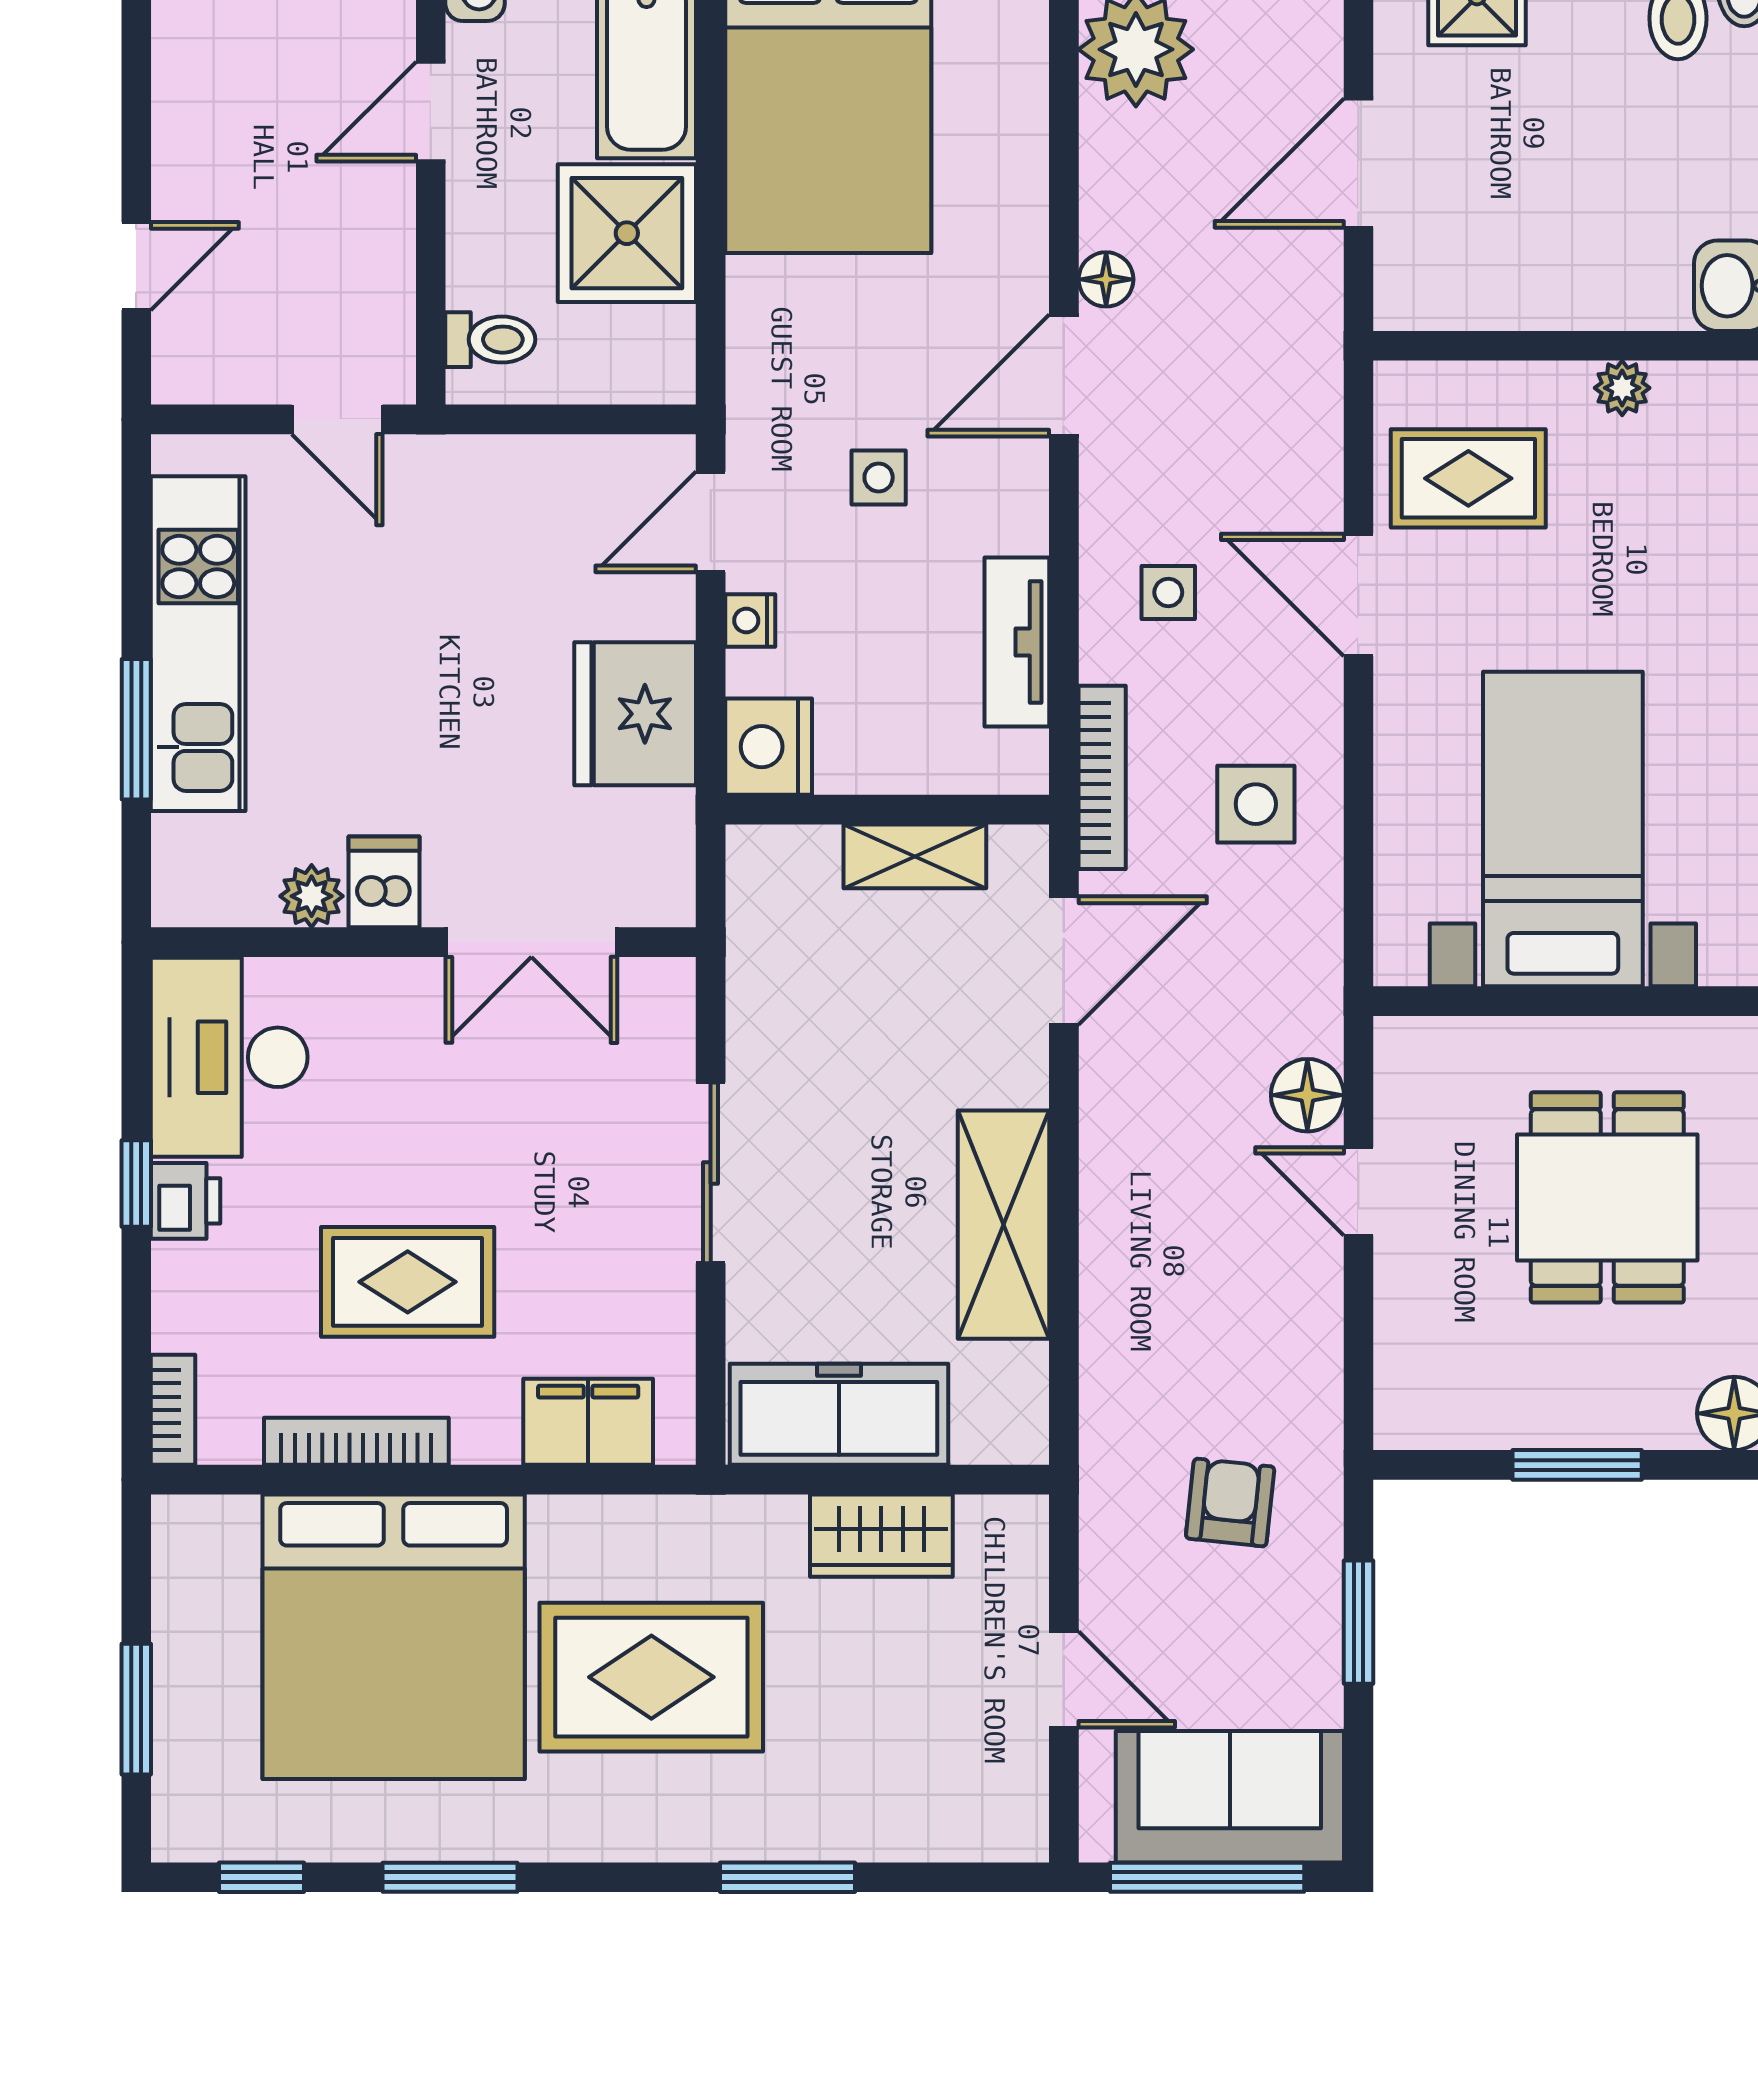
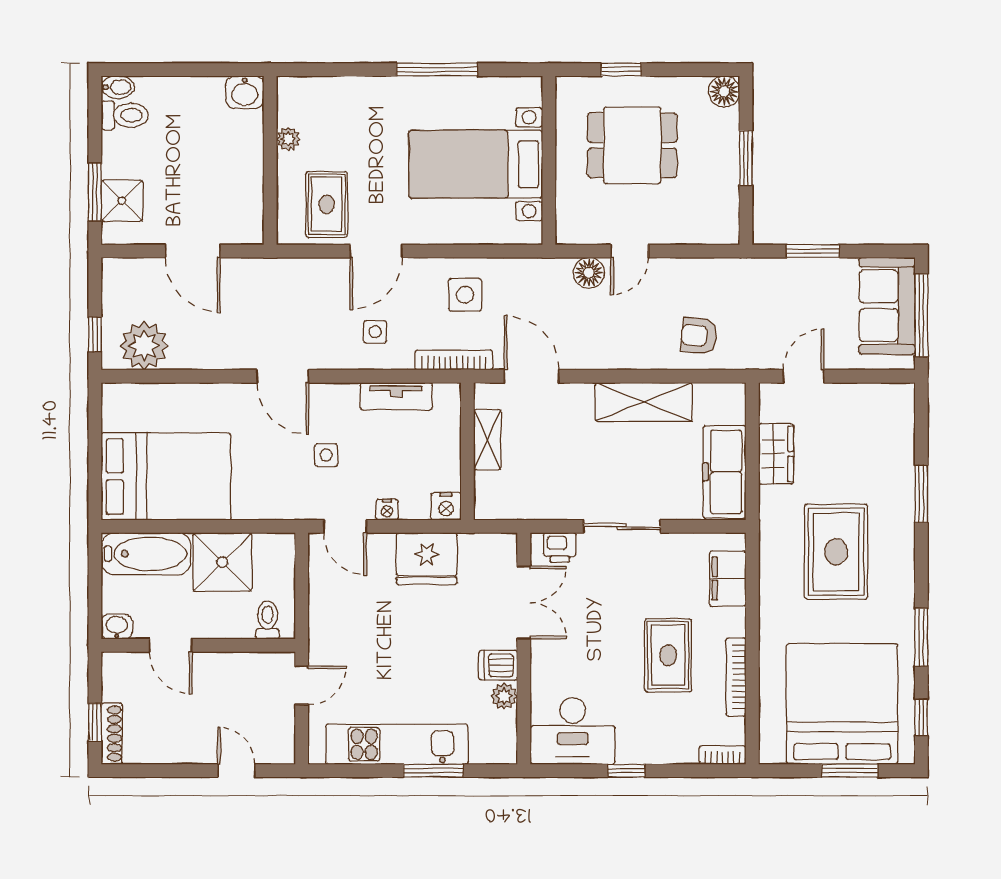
floor lamp: (1106, 279) -> (242, 358), removed
nightstand: (769, 747) -> (446, 506), width x0.74, depth x0.75
printer: (186, 1201) -> (560, 547), moved, turned 180
armchair: (1230, 1503) -> (699, 336), moved
bed: (394, 1637) -> (842, 704), moved, turned -90
door: (1064, 1679) -> (804, 376), moved

